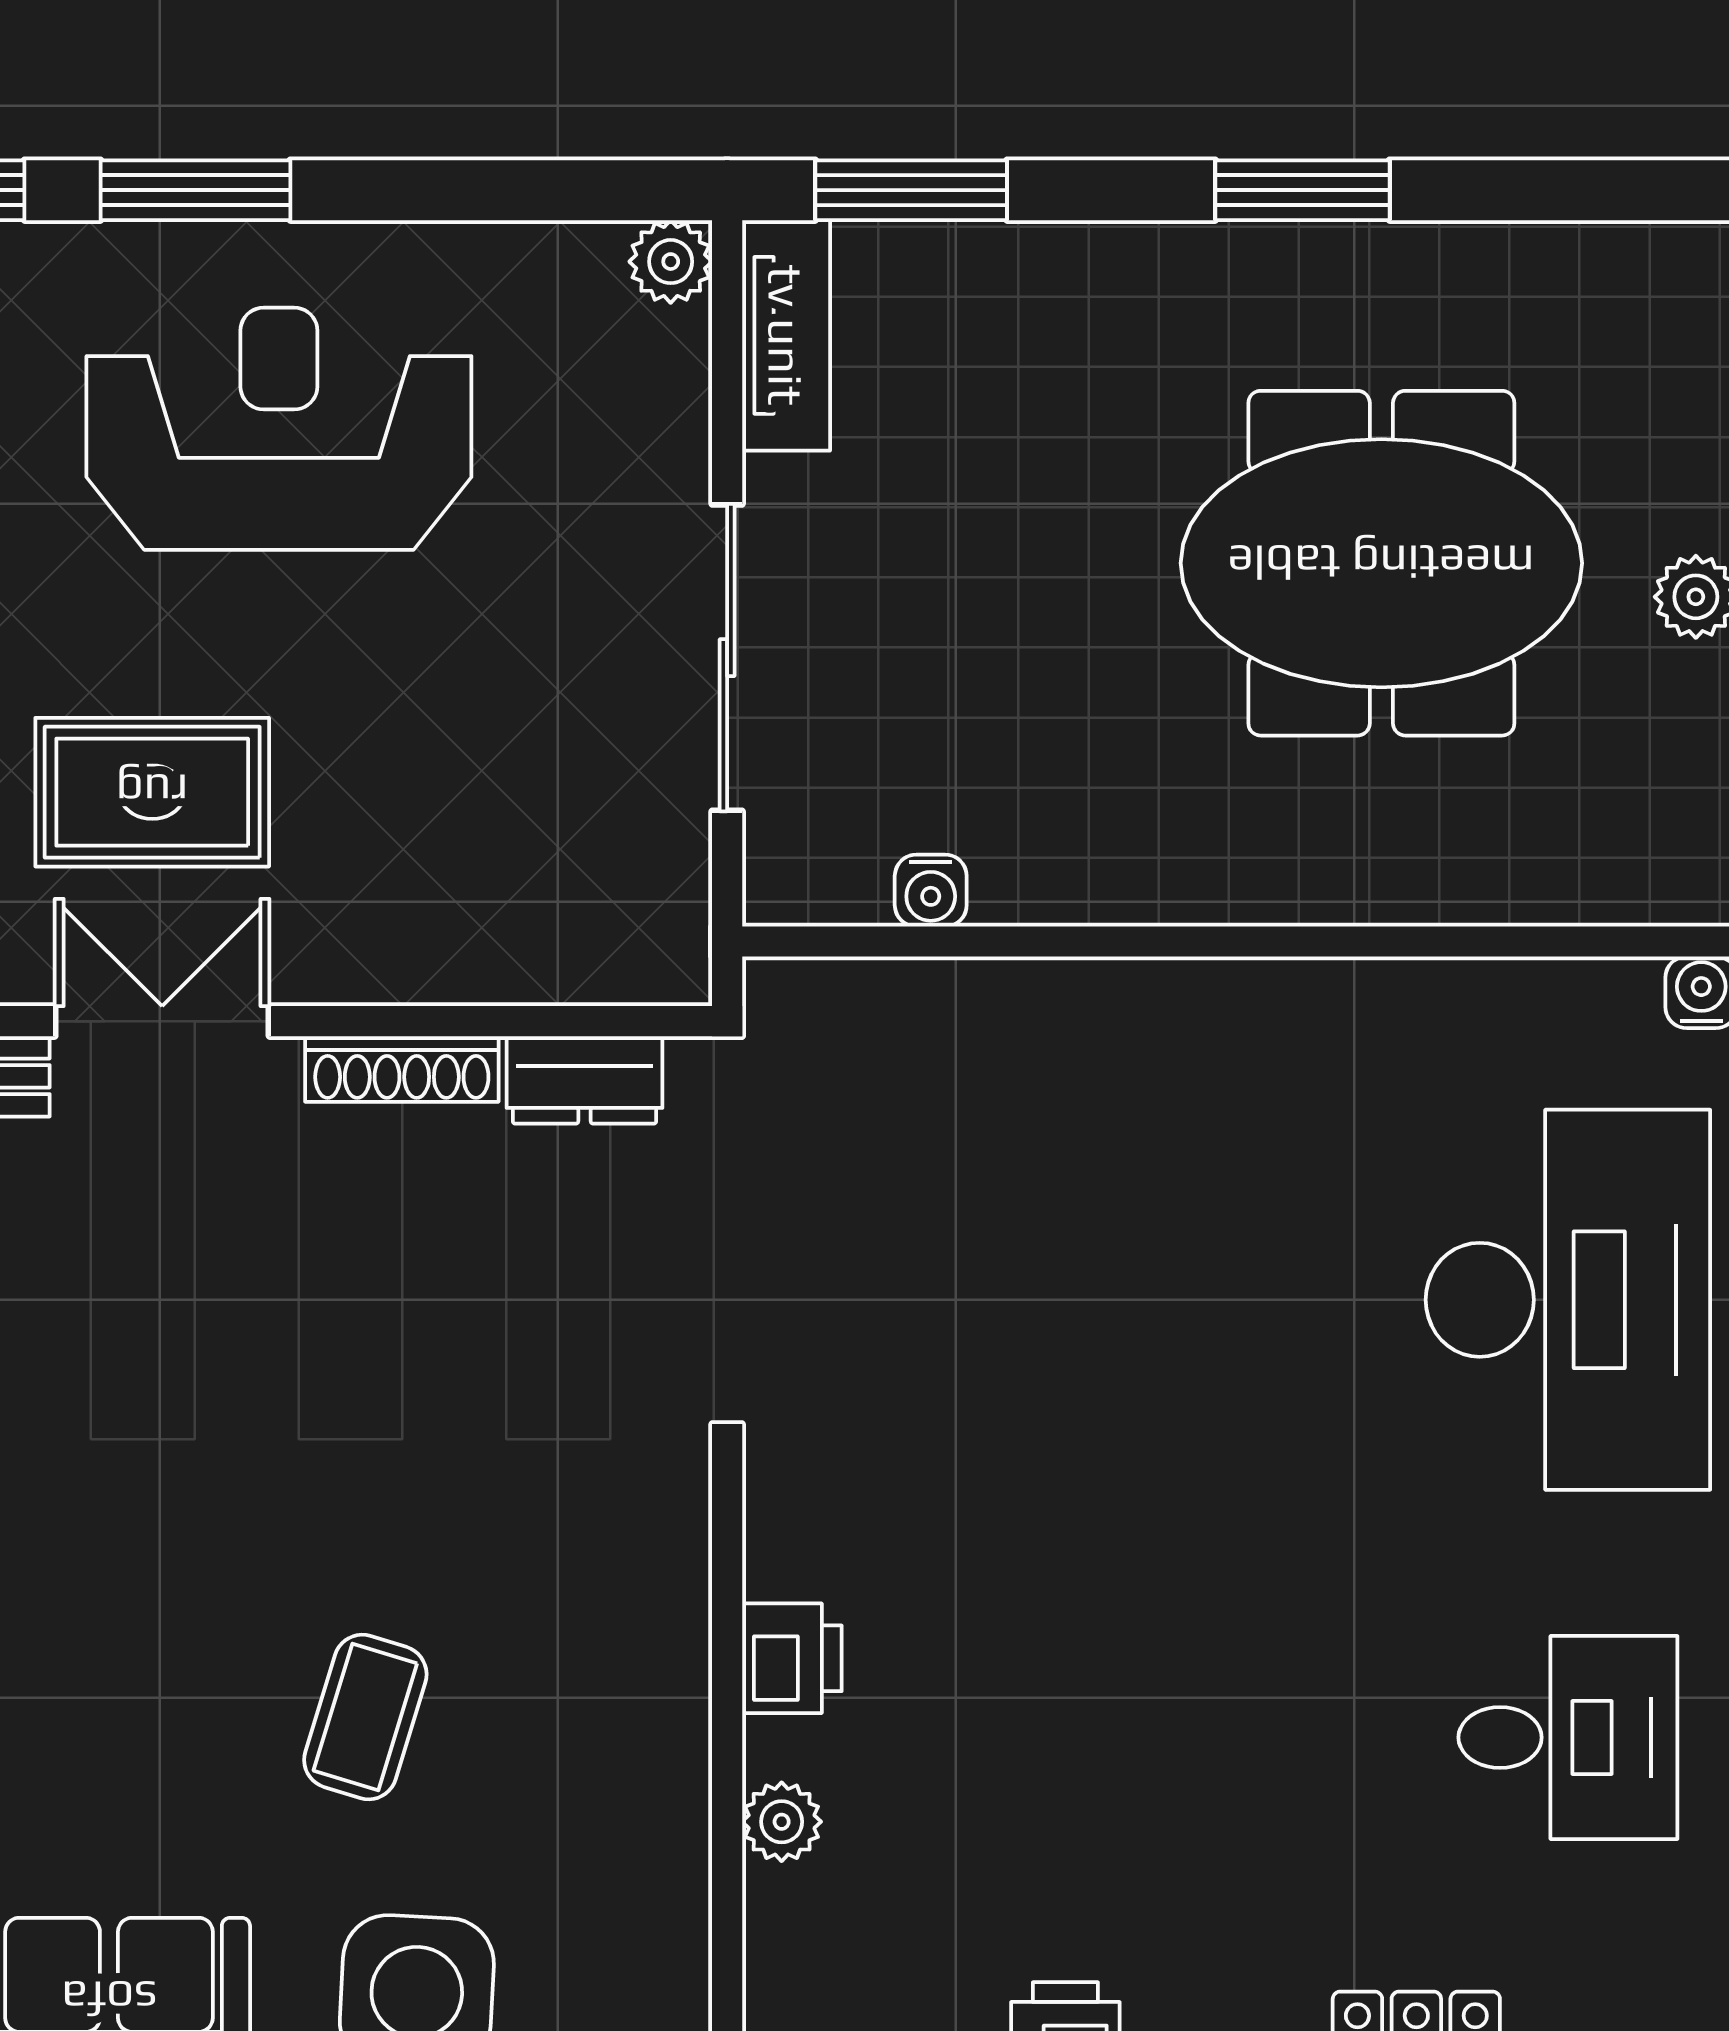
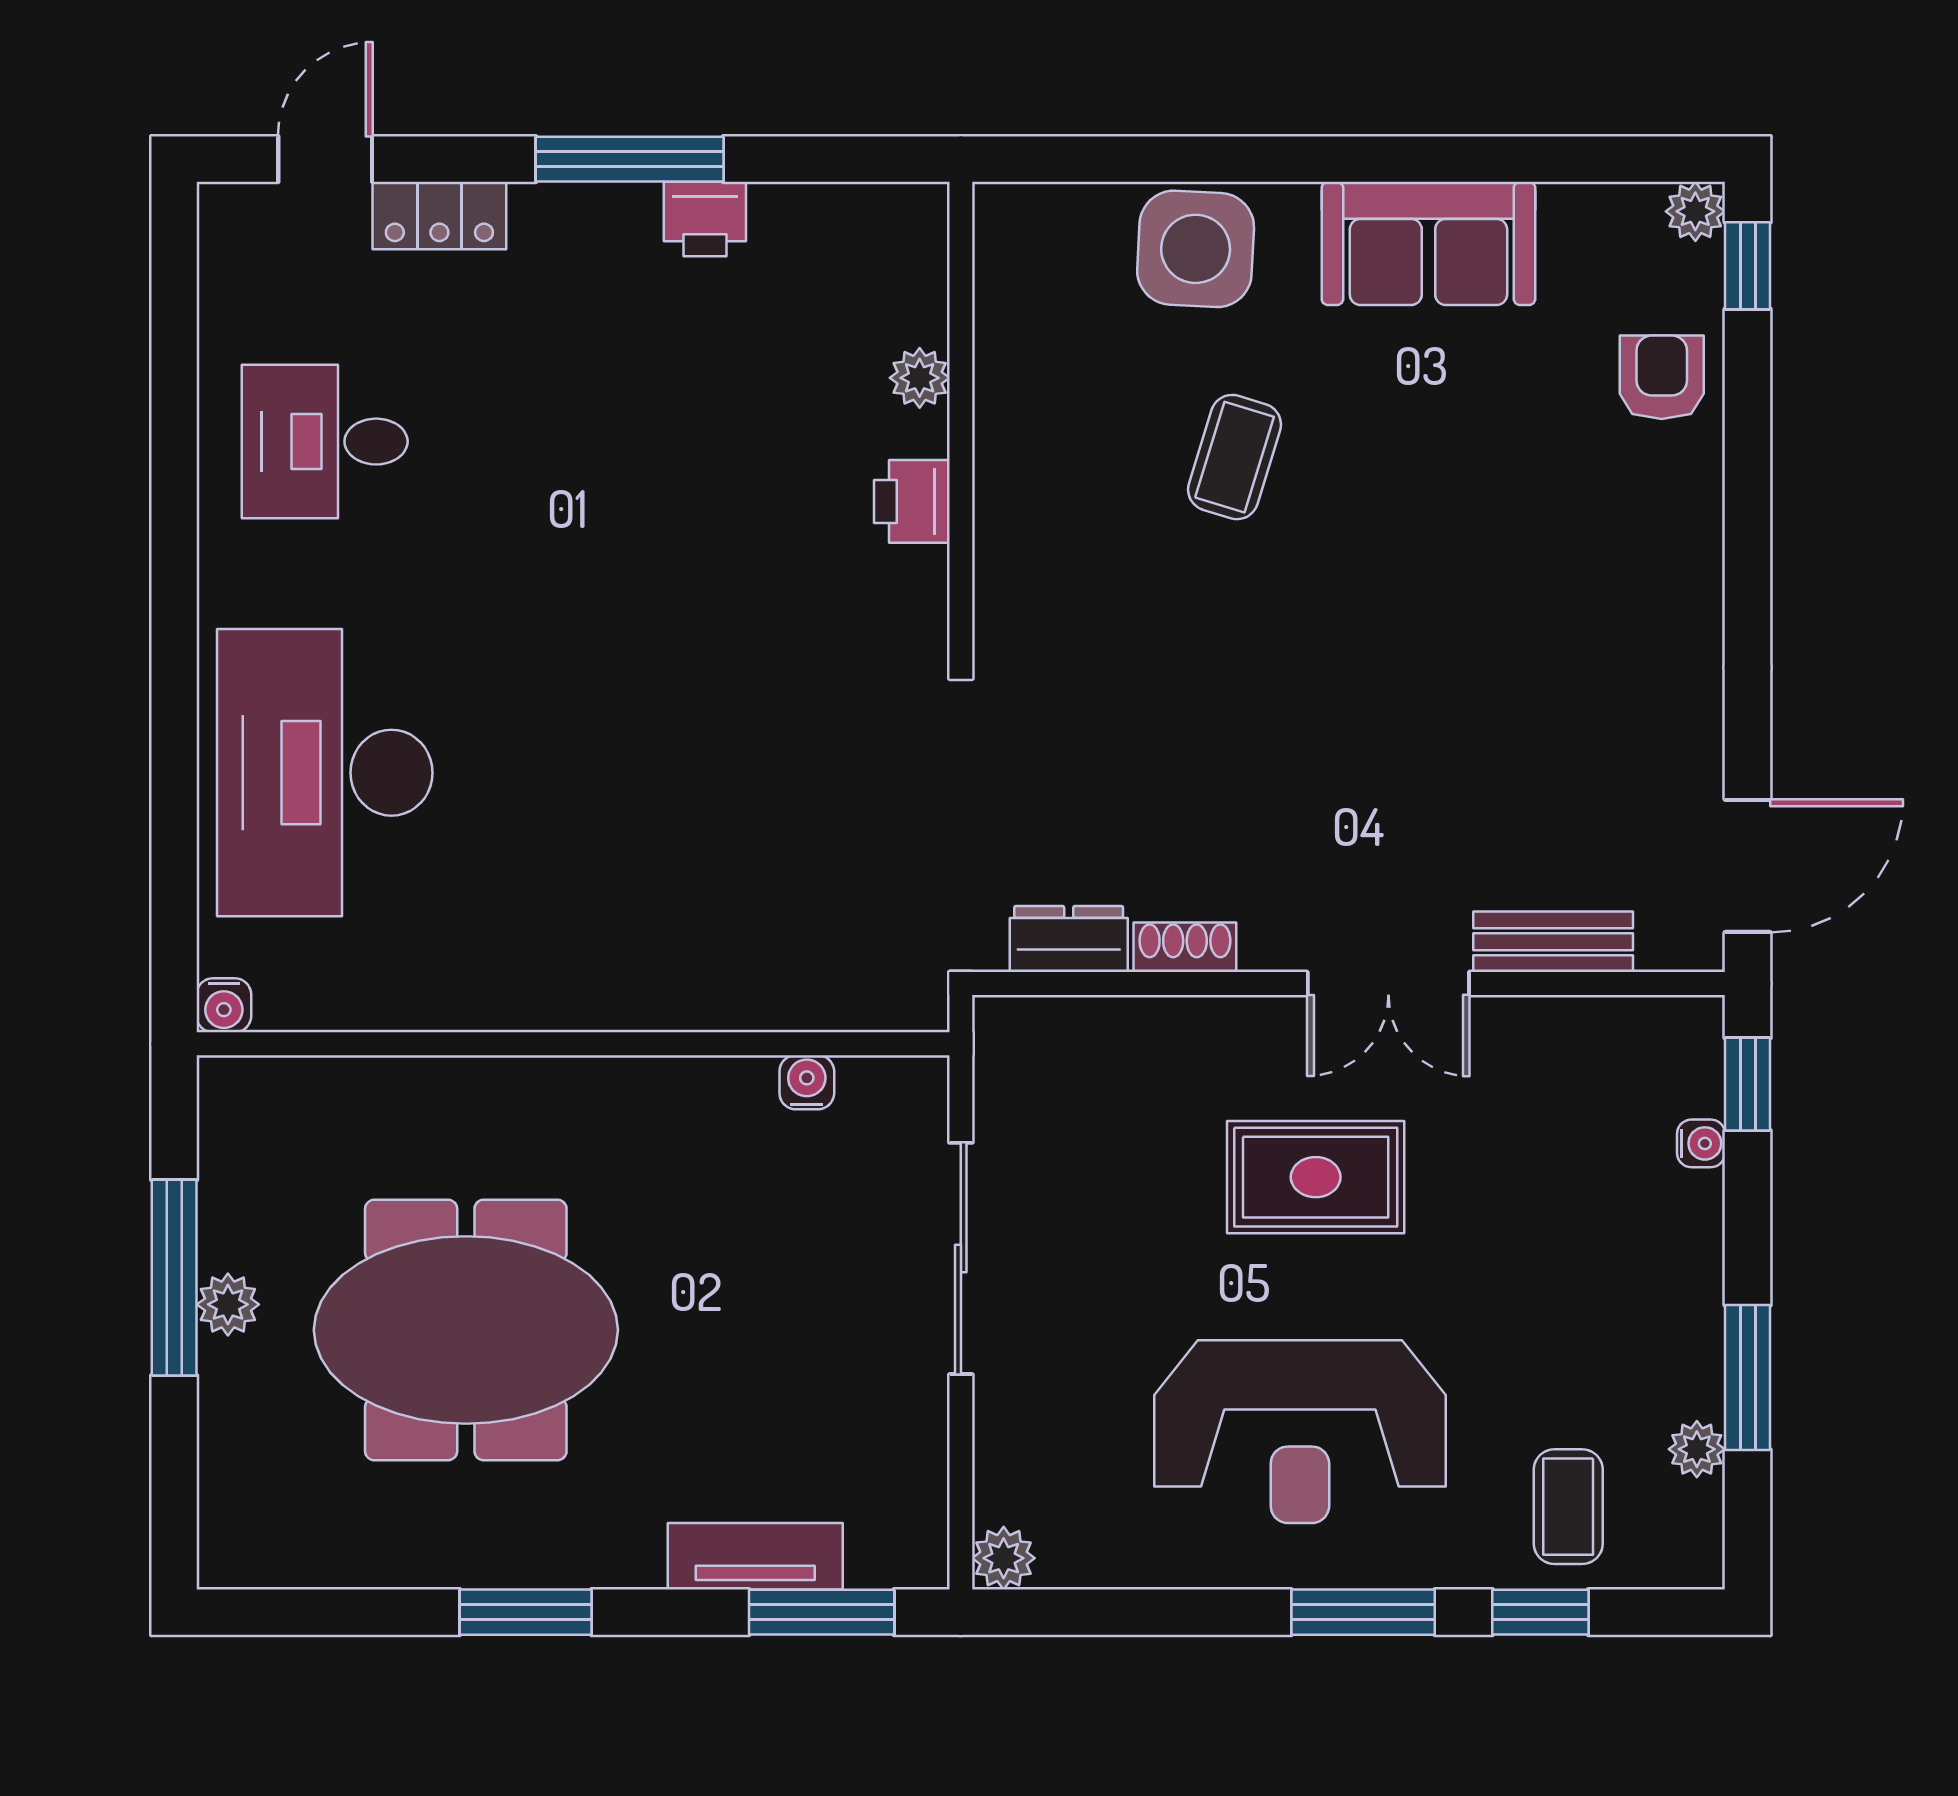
tv unit: (786, 335) -> (755, 1556), moved, turned 90
rug: (152, 792) -> (1316, 1177), moved
shoe rack: (402, 1069) -> (1185, 947), width x0.70

